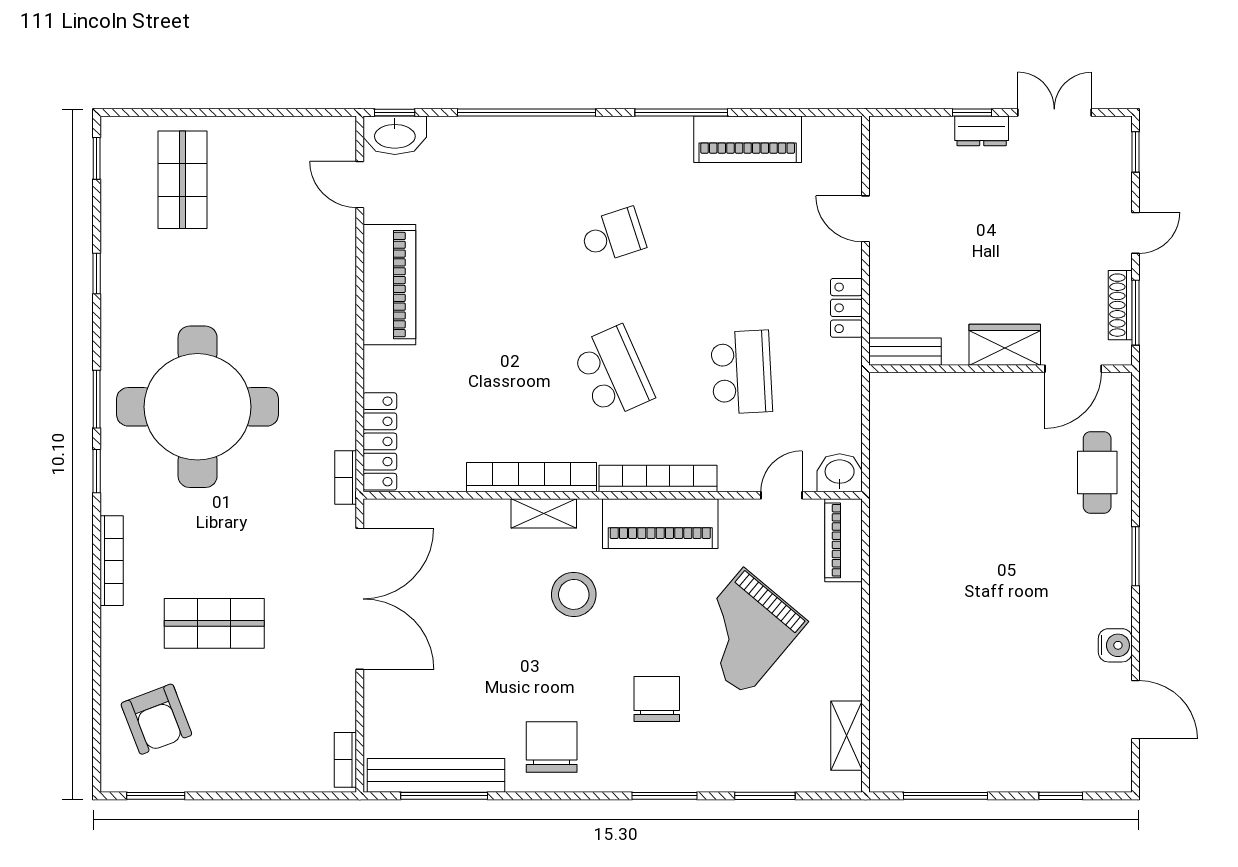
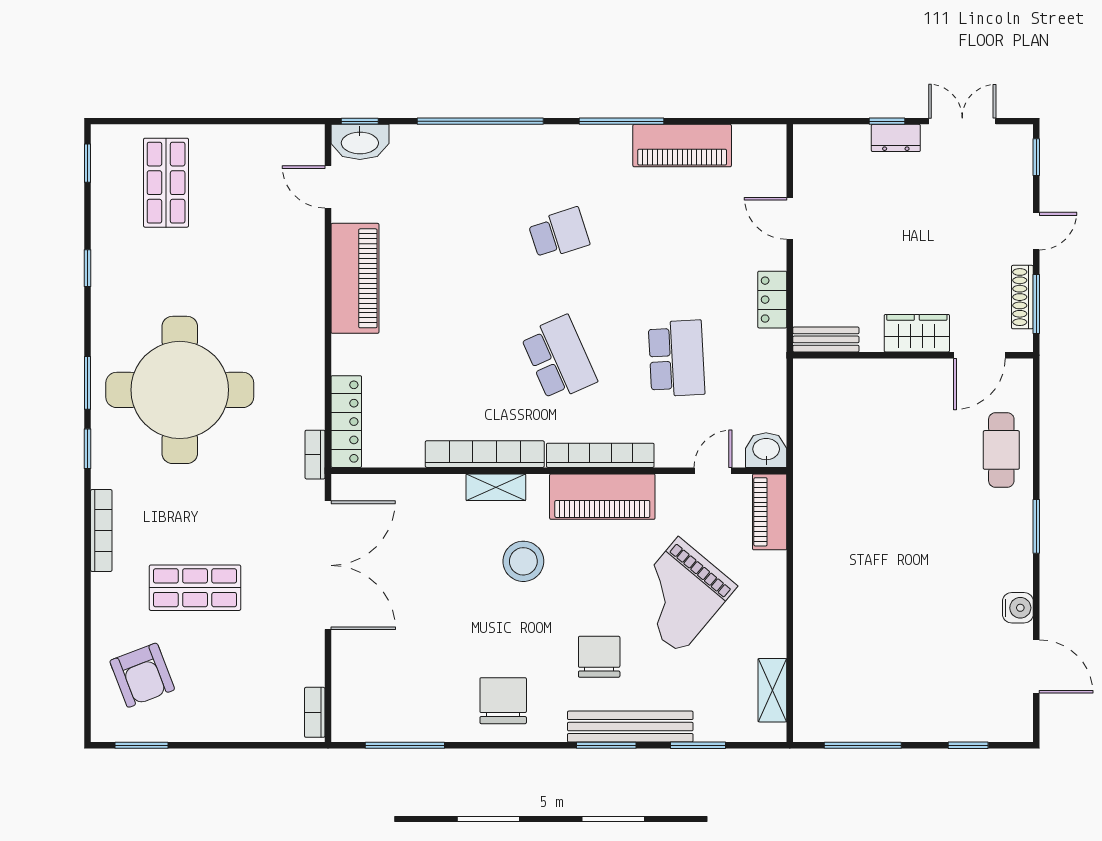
bench: (436, 775) -> (630, 727), moved

